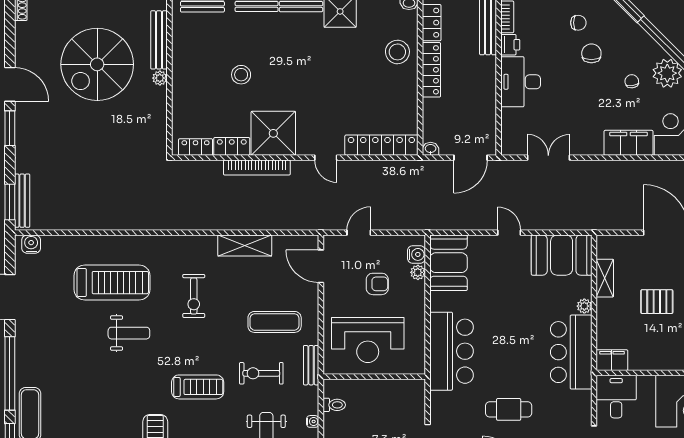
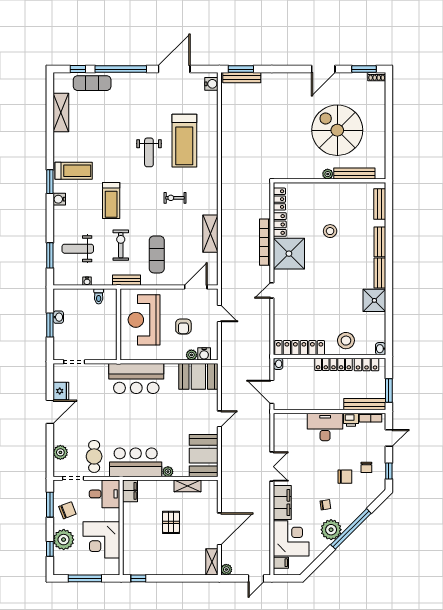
window: (10, 128) -> (364, 69), moved
locker: (381, 145) -> (300, 348), moved, turned -90
double door: (548, 158) -> (272, 467), moved
exercise bike: (194, 296) -> (175, 198), width x0.73, depth x0.72
cafe table: (509, 409) -> (94, 456), moved

